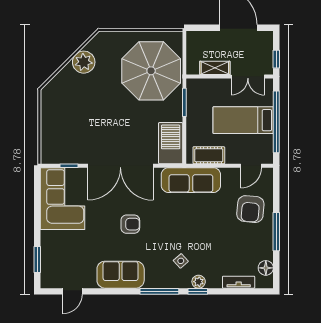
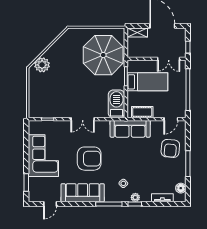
plant: (84, 62) -> (42, 65), moved
shelving: (215, 68) -> (137, 33), moved
bed: (243, 120) -> (147, 82), moved, turned 180
double door: (120, 166) -> (83, 119), width x0.54
corner sofa: (62, 199) -> (43, 156), moved
armchair: (130, 224) -> (89, 159), width x1.88, depth x1.88
sofa: (121, 275) -> (83, 193), width x1.36

